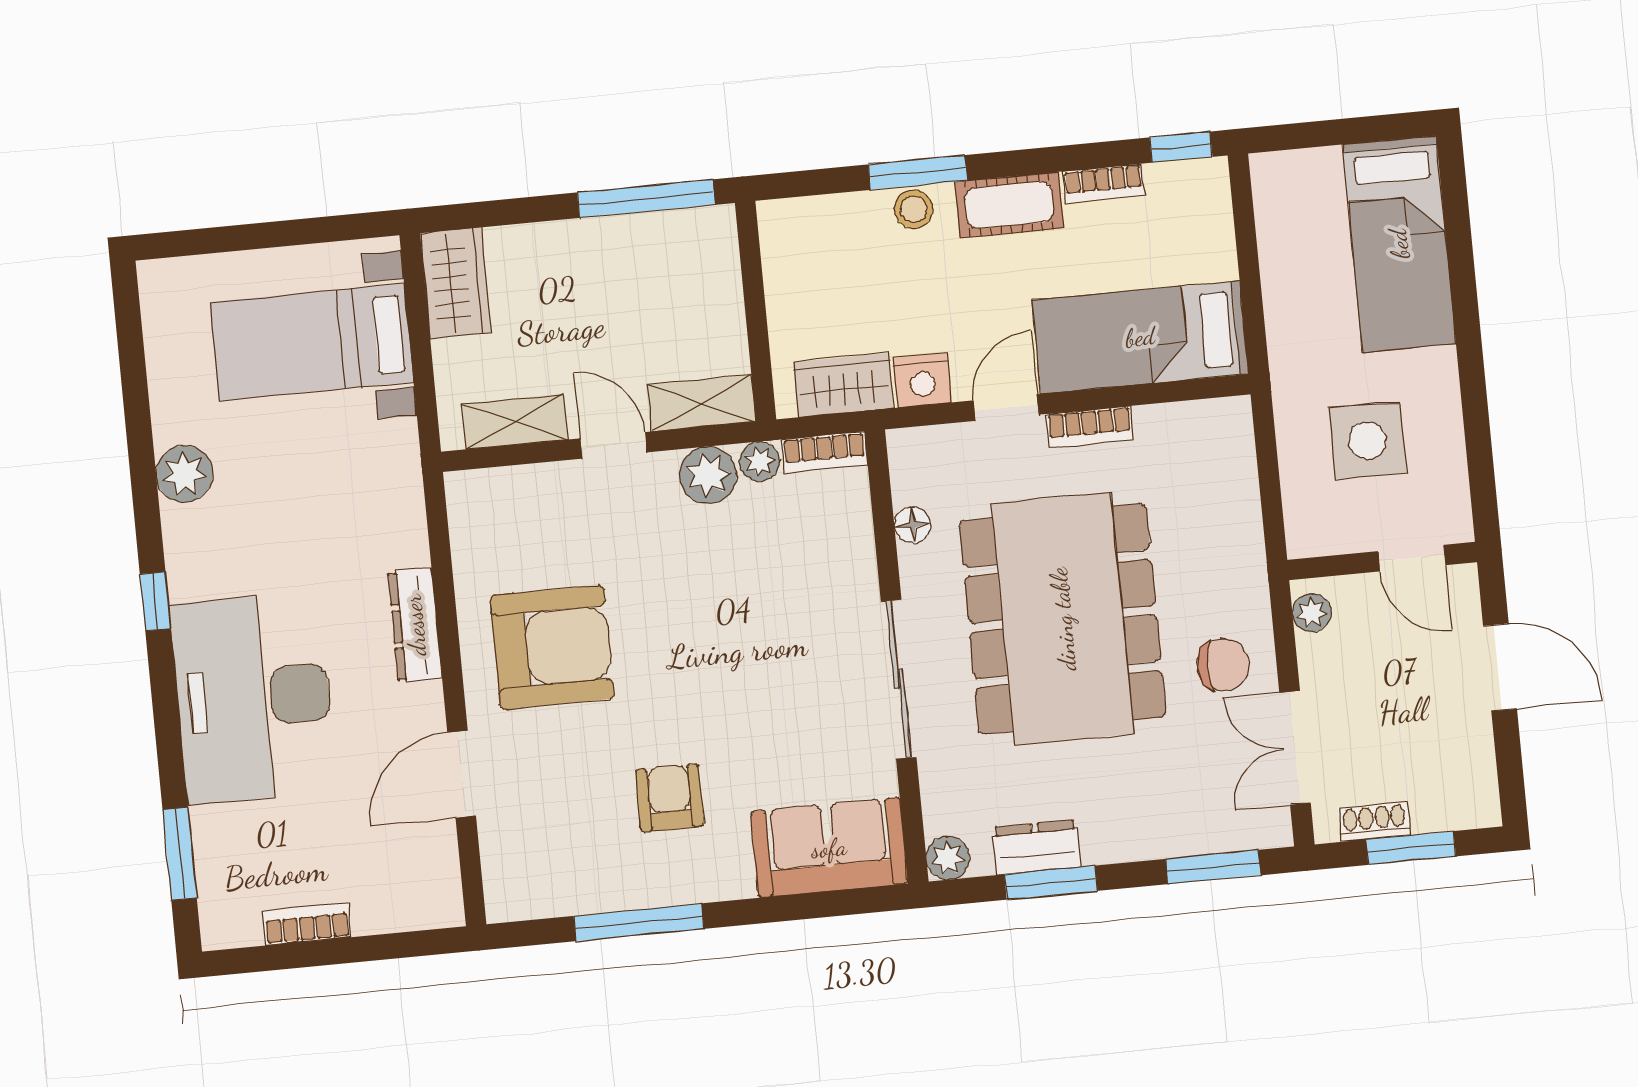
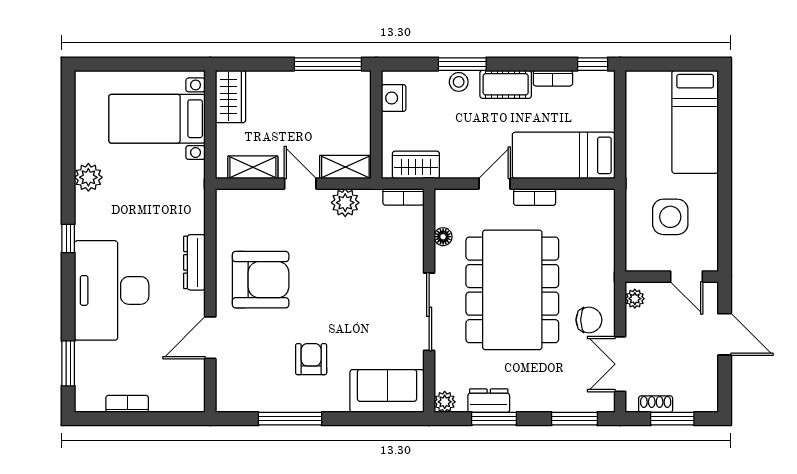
nightstand: (923, 380) -> (394, 98), moved, turned 90
plant: (759, 461) -> (371, 198), removed

